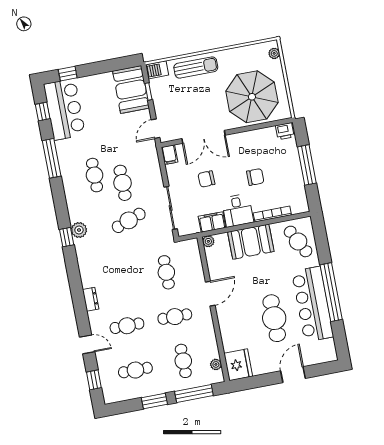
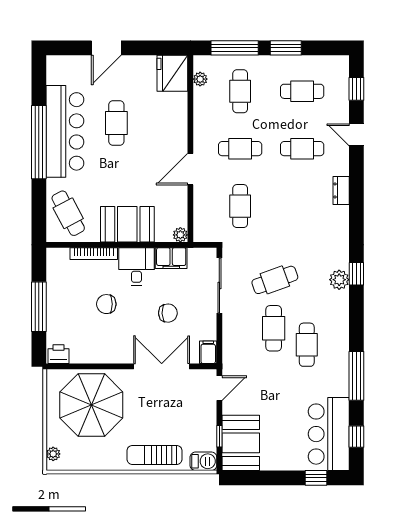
cafe table: (274, 318) -> (116, 123), width x0.73, depth x0.74

